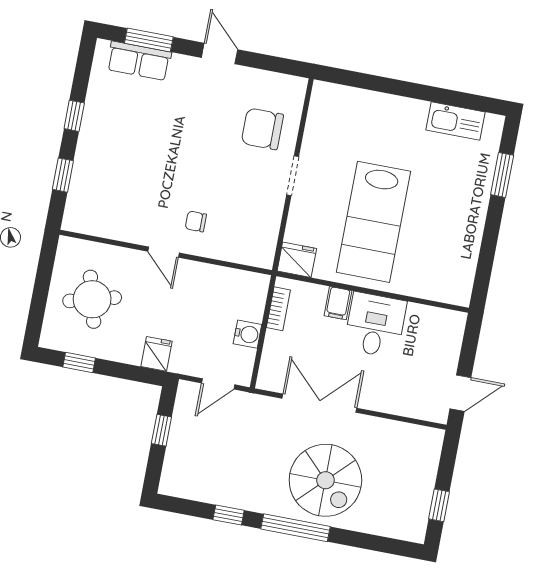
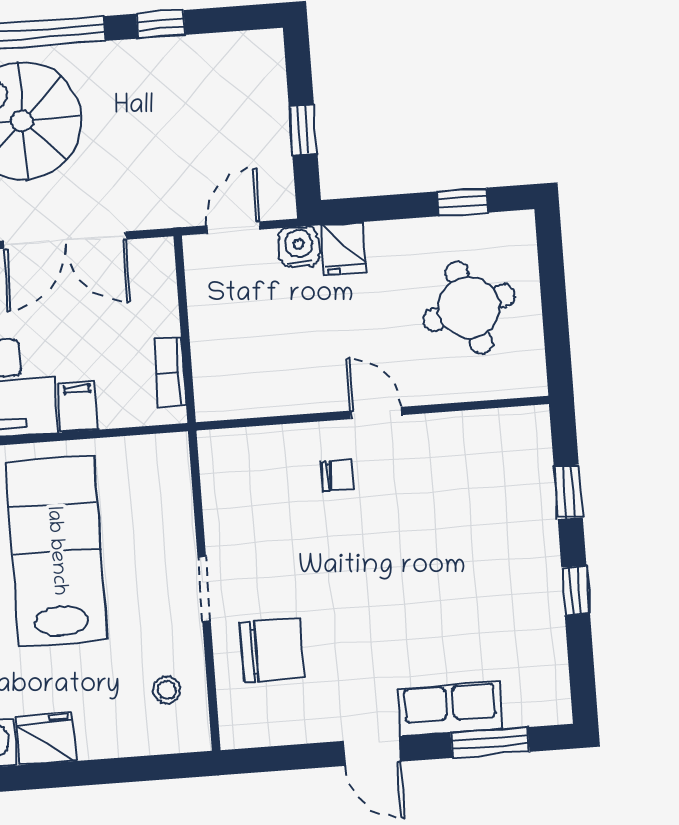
row of seats: (139, 61) -> (450, 709), moved
stool: (331, 122) -> (167, 690), added
fridge: (297, 260) -> (46, 739), moved, turned 180
water cooler: (247, 334) -> (299, 247), moved, turned 90

